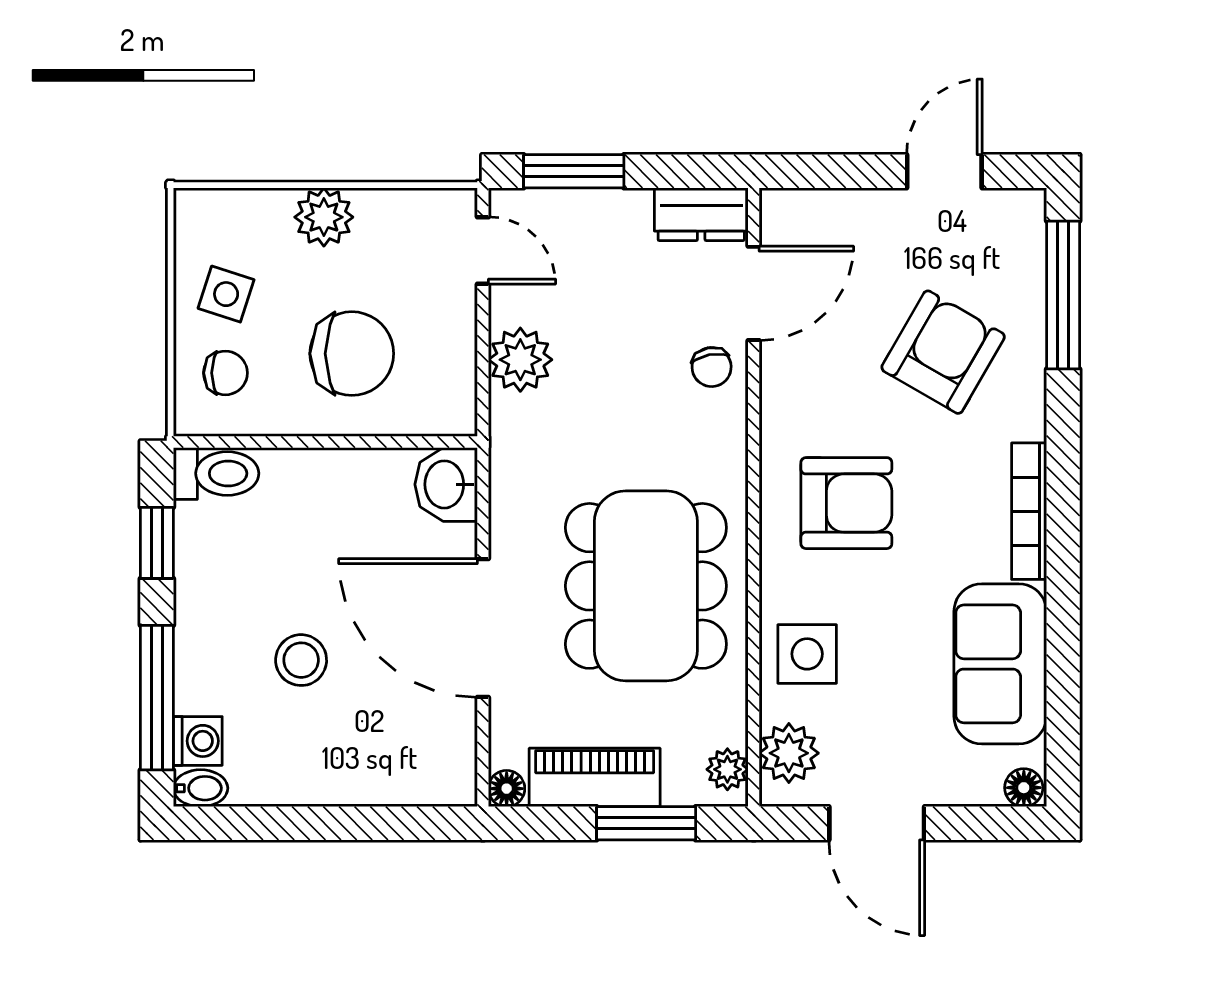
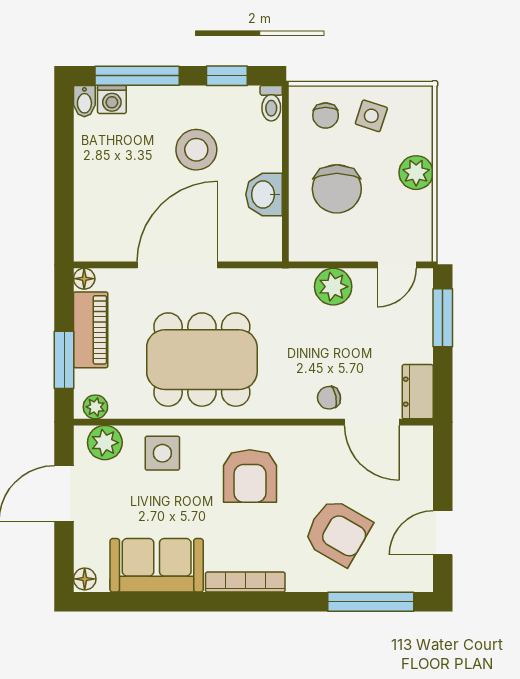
door: (944, 171) -> (443, 533), swing flipped
toilet: (216, 473) -> (271, 103), width x0.73, depth x0.72
washbasin: (446, 484) -> (264, 194), moved, turned -90
stool: (301, 660) -> (196, 150), moved, width x1.38, depth x1.38

